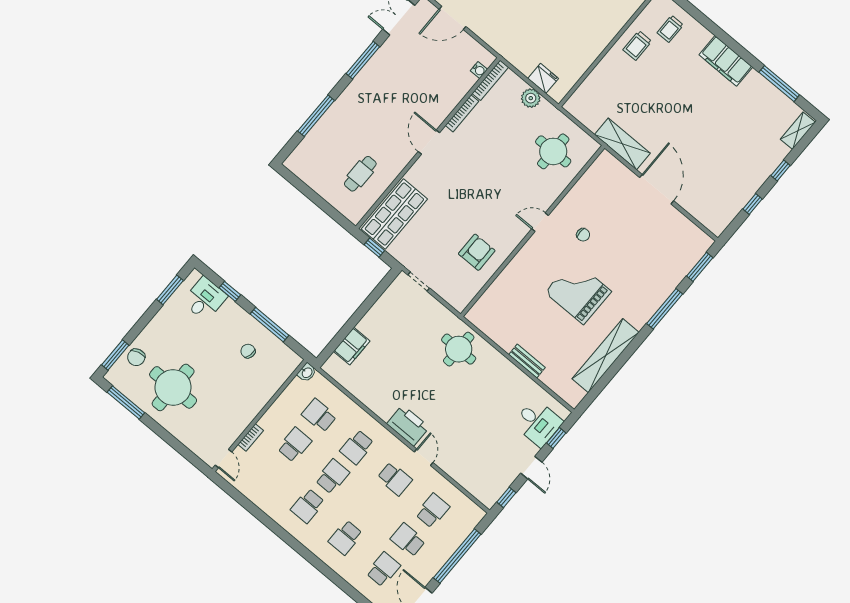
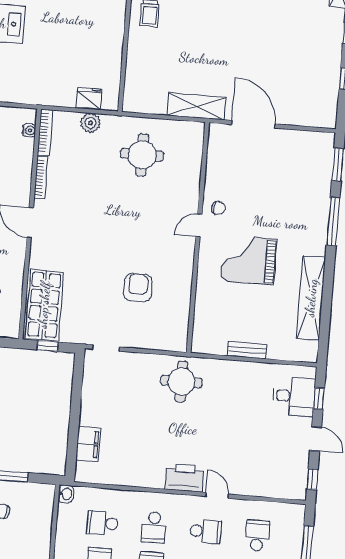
door: (540, 222) -> (199, 225), moved
wall: (533, 231) -> (198, 238), moved

